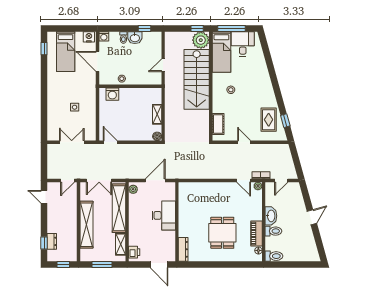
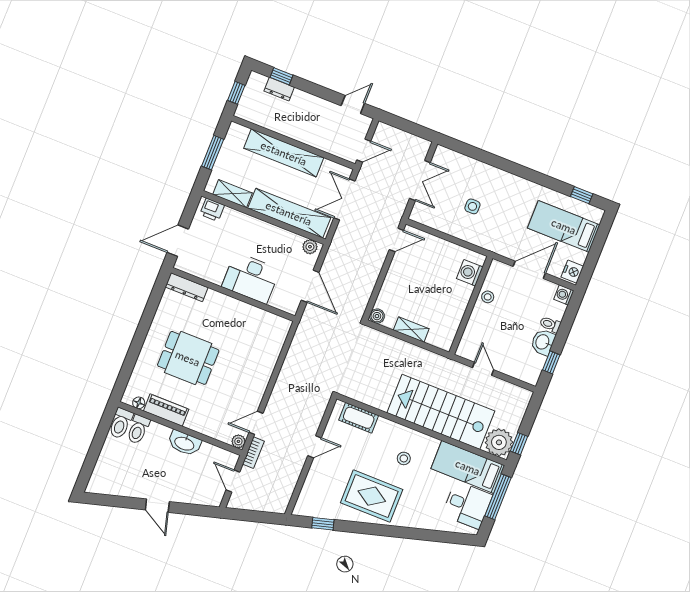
rug: (269, 120) -> (372, 496), moved, width x1.36, depth x1.43
door: (67, 180) -> (364, 151), swing flipped
toilet: (273, 231) -> (138, 429), moved

